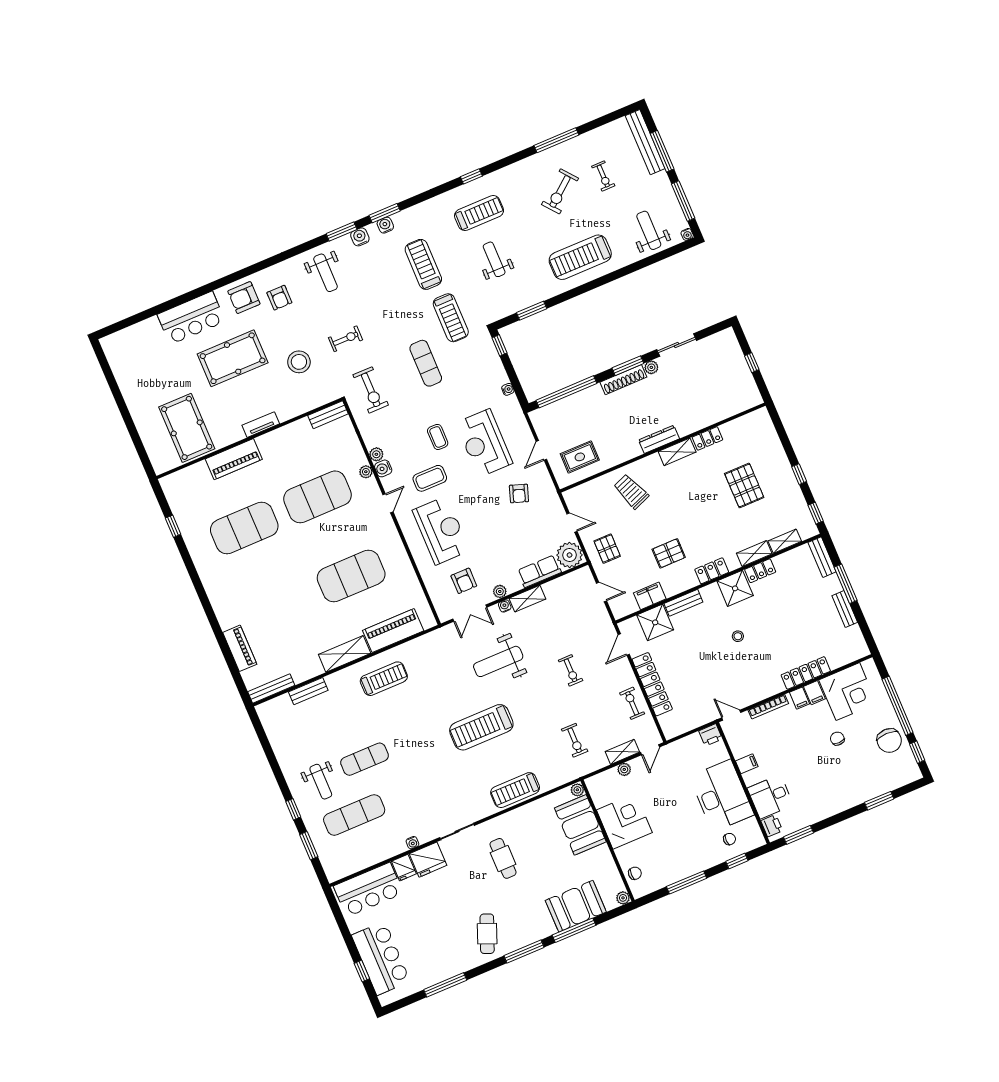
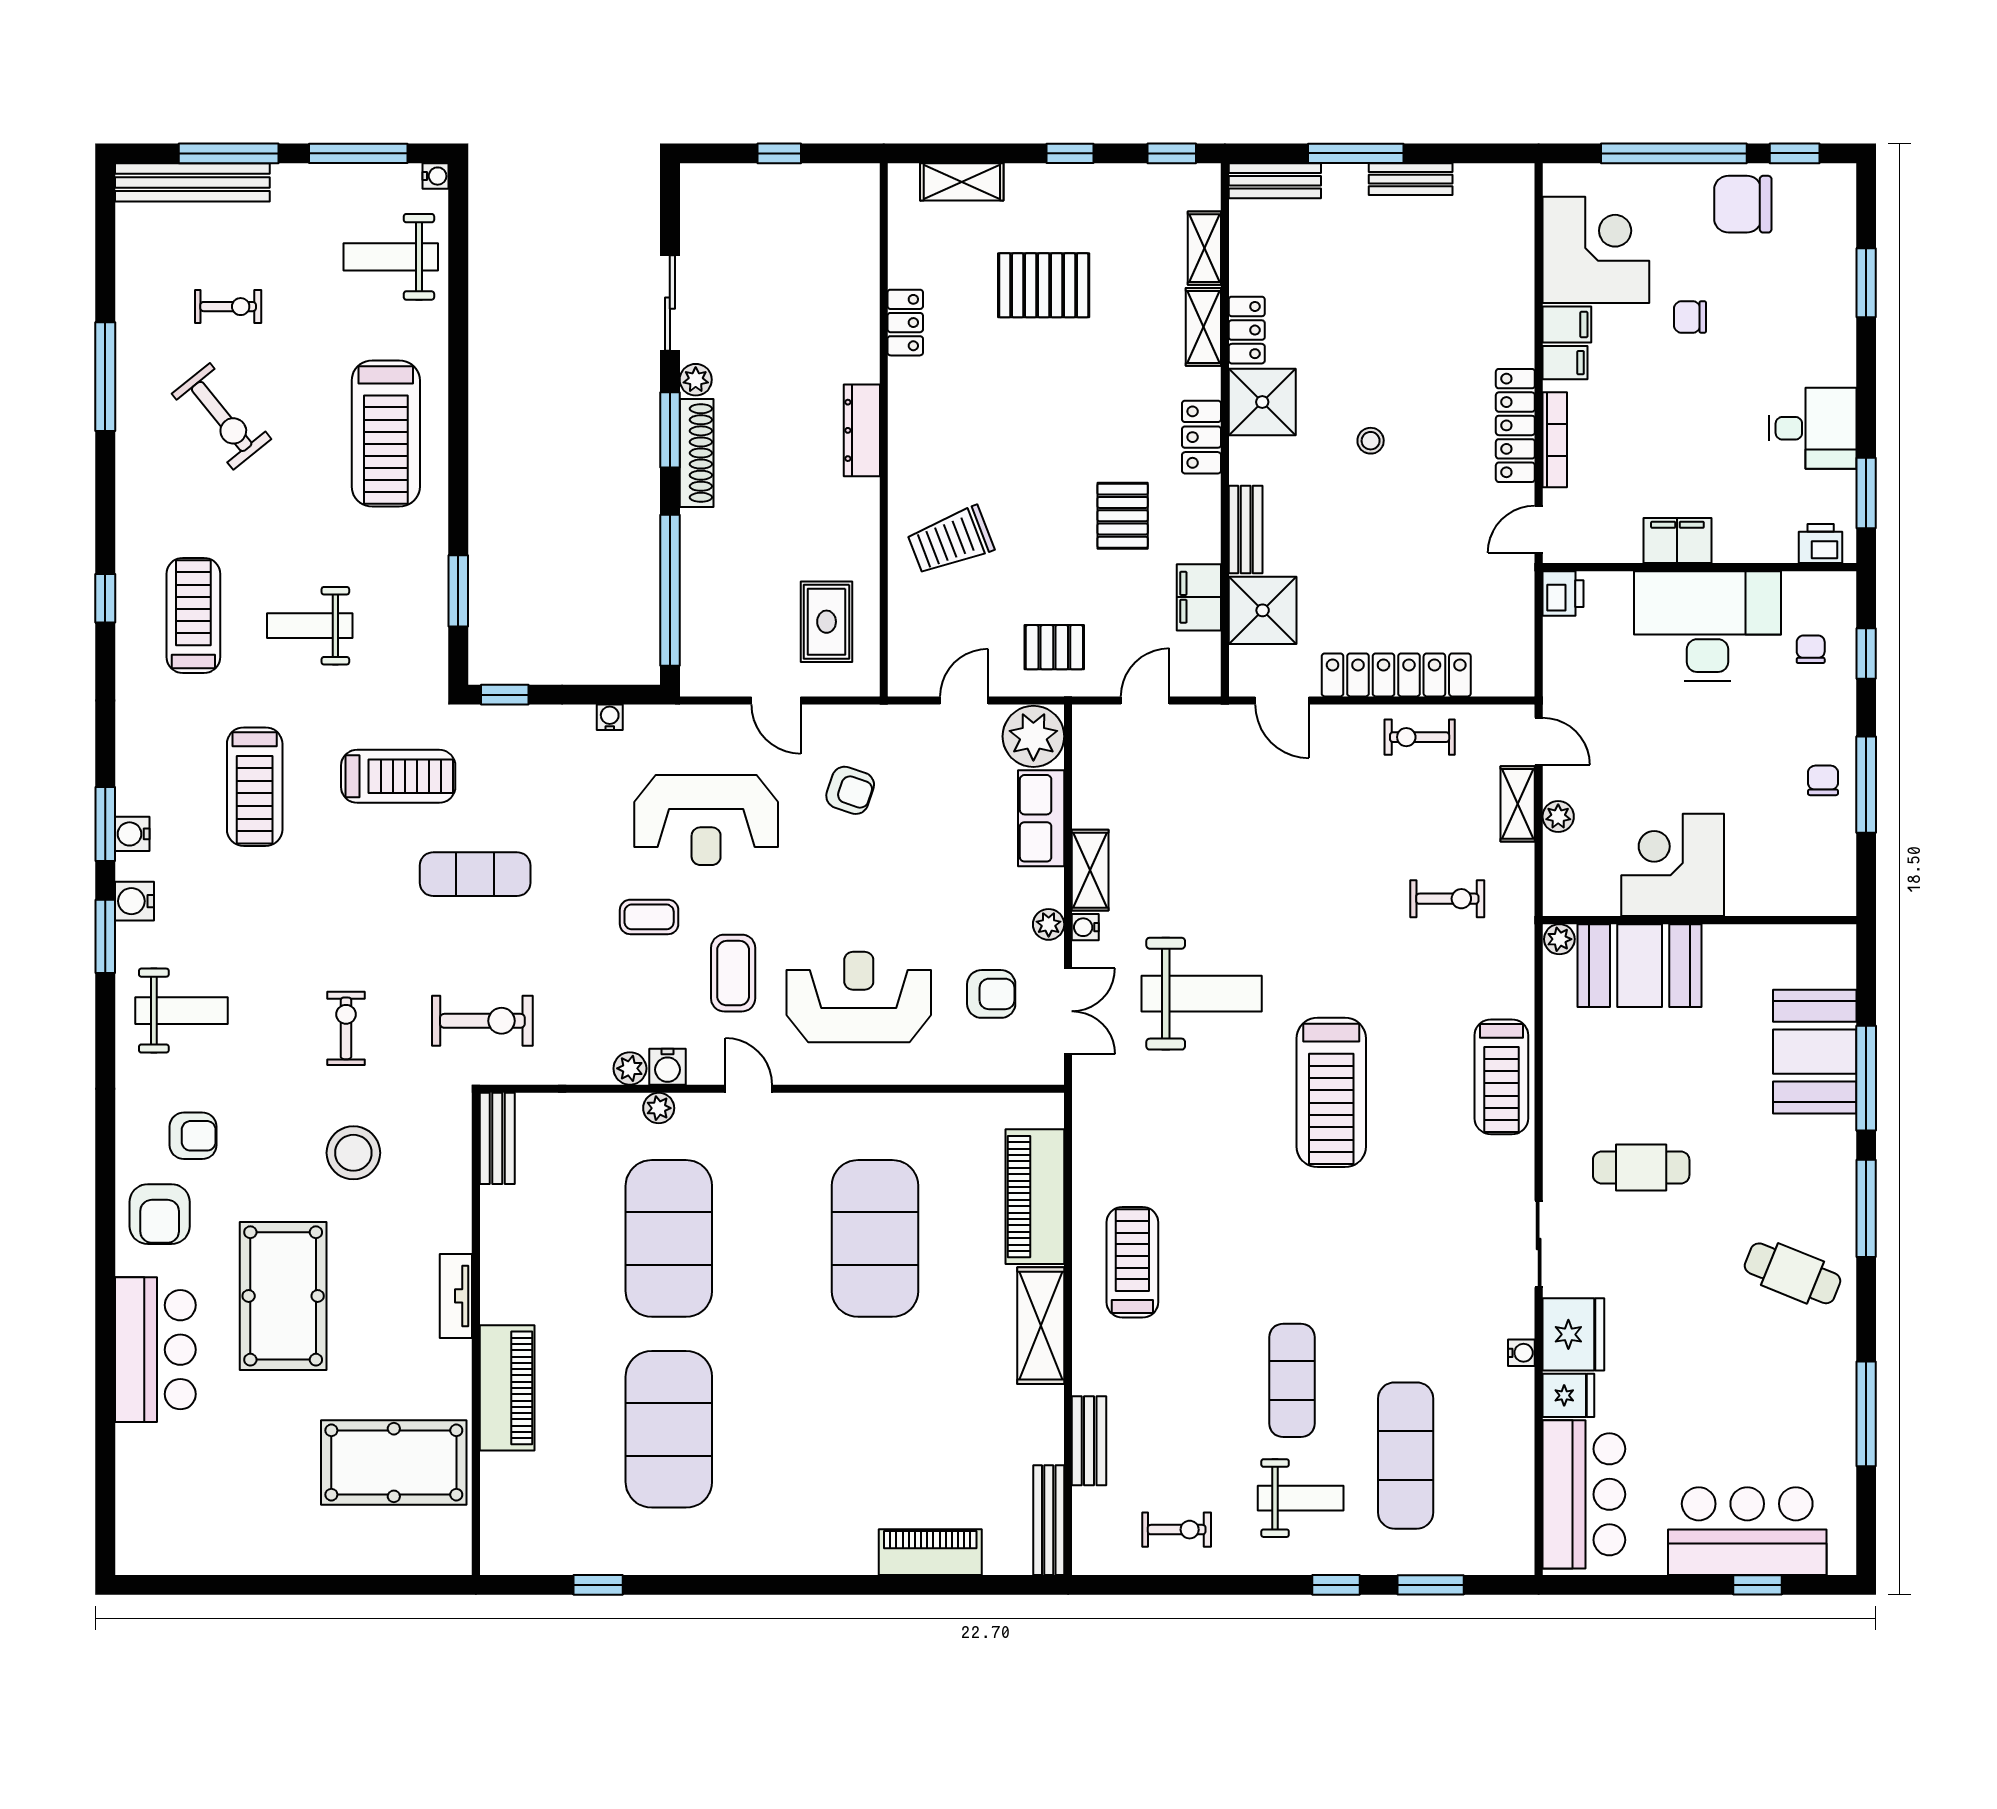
treadmill: (423, 264) -> (255, 787), turned -90
shelving: (677, 452) -> (962, 182), moved, turned 90
weight bench: (498, 661) -> (1202, 994), turned -90
exercise bike: (571, 670) -> (1177, 1530), moved
locker: (806, 673) -> (1515, 425), moved
chair: (889, 741) -> (1743, 204), turned 180
filing cabinet: (747, 764) -> (1677, 541), width x2.00
desk: (770, 797) -> (1813, 428), moved, turned -90
chair: (635, 873) -> (1823, 780), moved
plant: (623, 898) -> (1841, 940), removed

